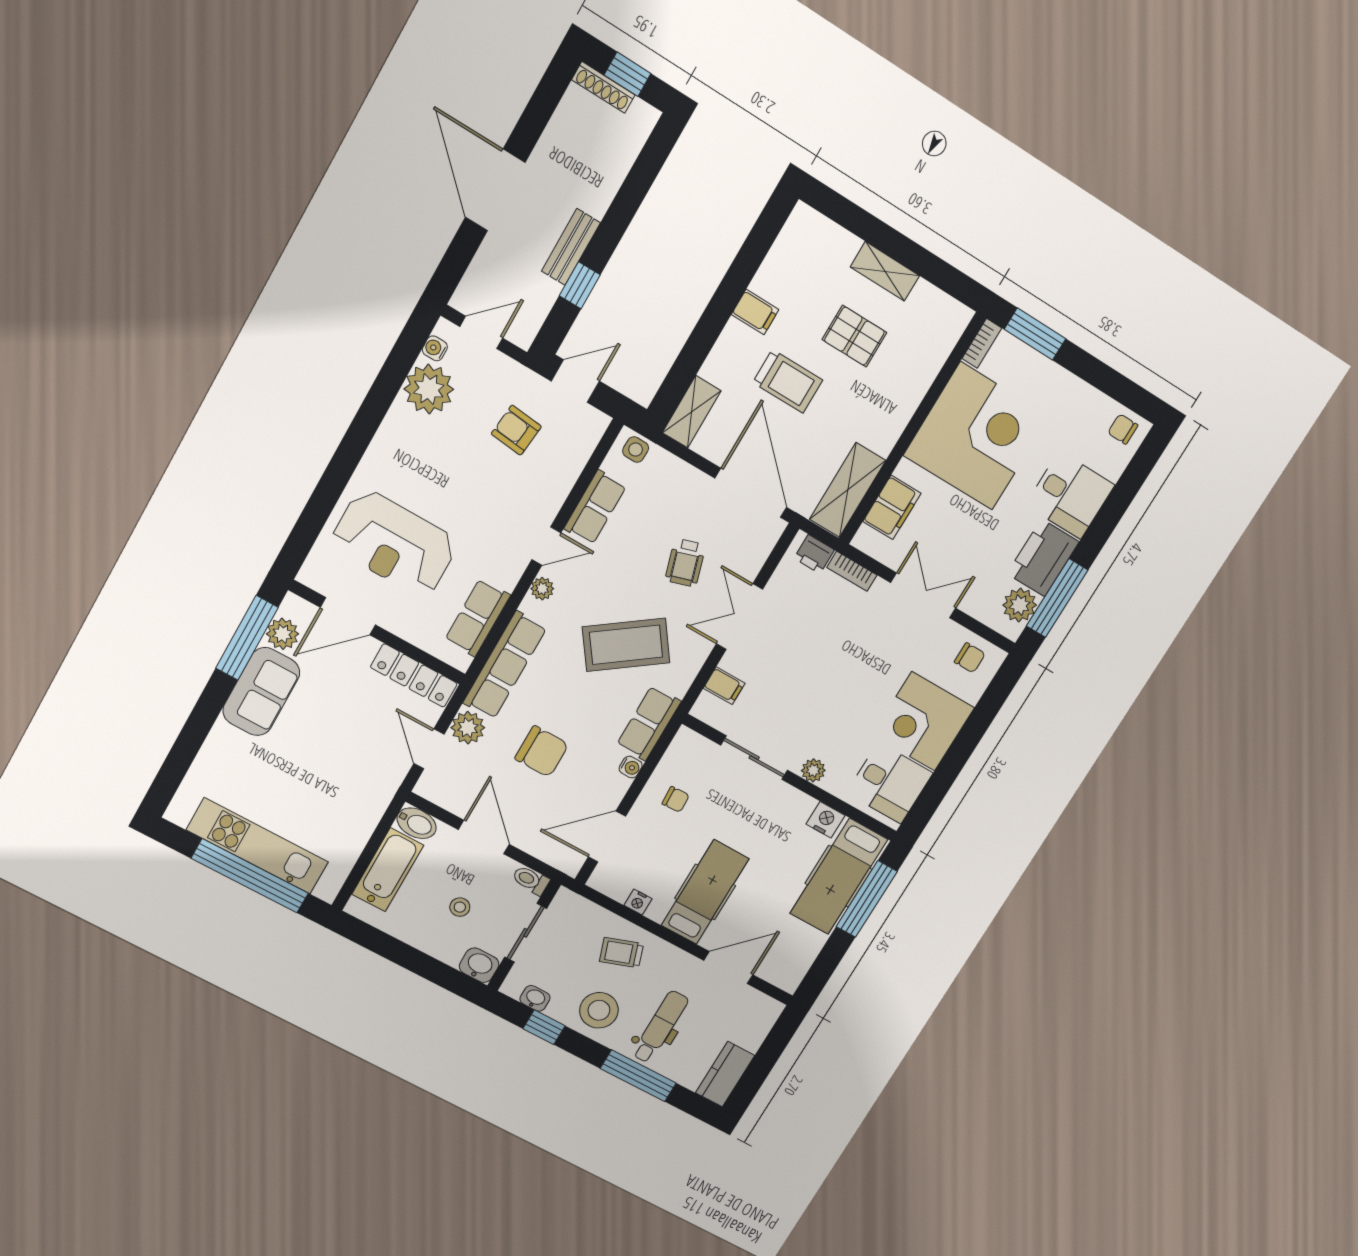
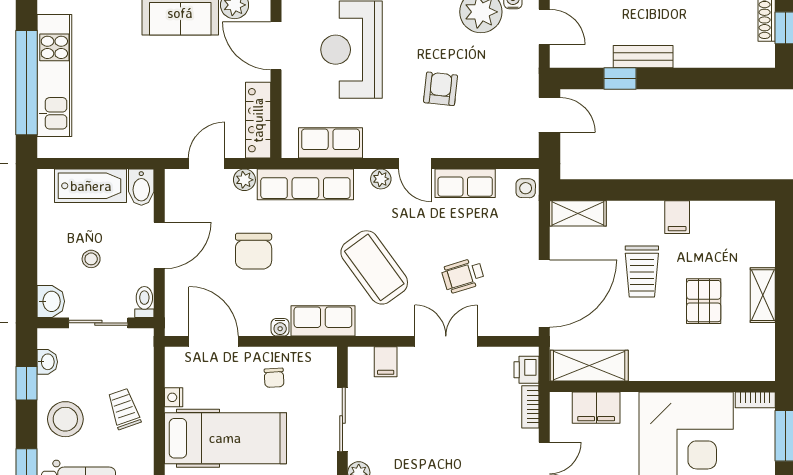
armchair: (516, 430) -> (441, 89), moved
plant: (468, 728) -> (244, 180), width x0.73, depth x0.73
hospital bed: (705, 892) -> (225, 438), width x1.37, depth x1.29

